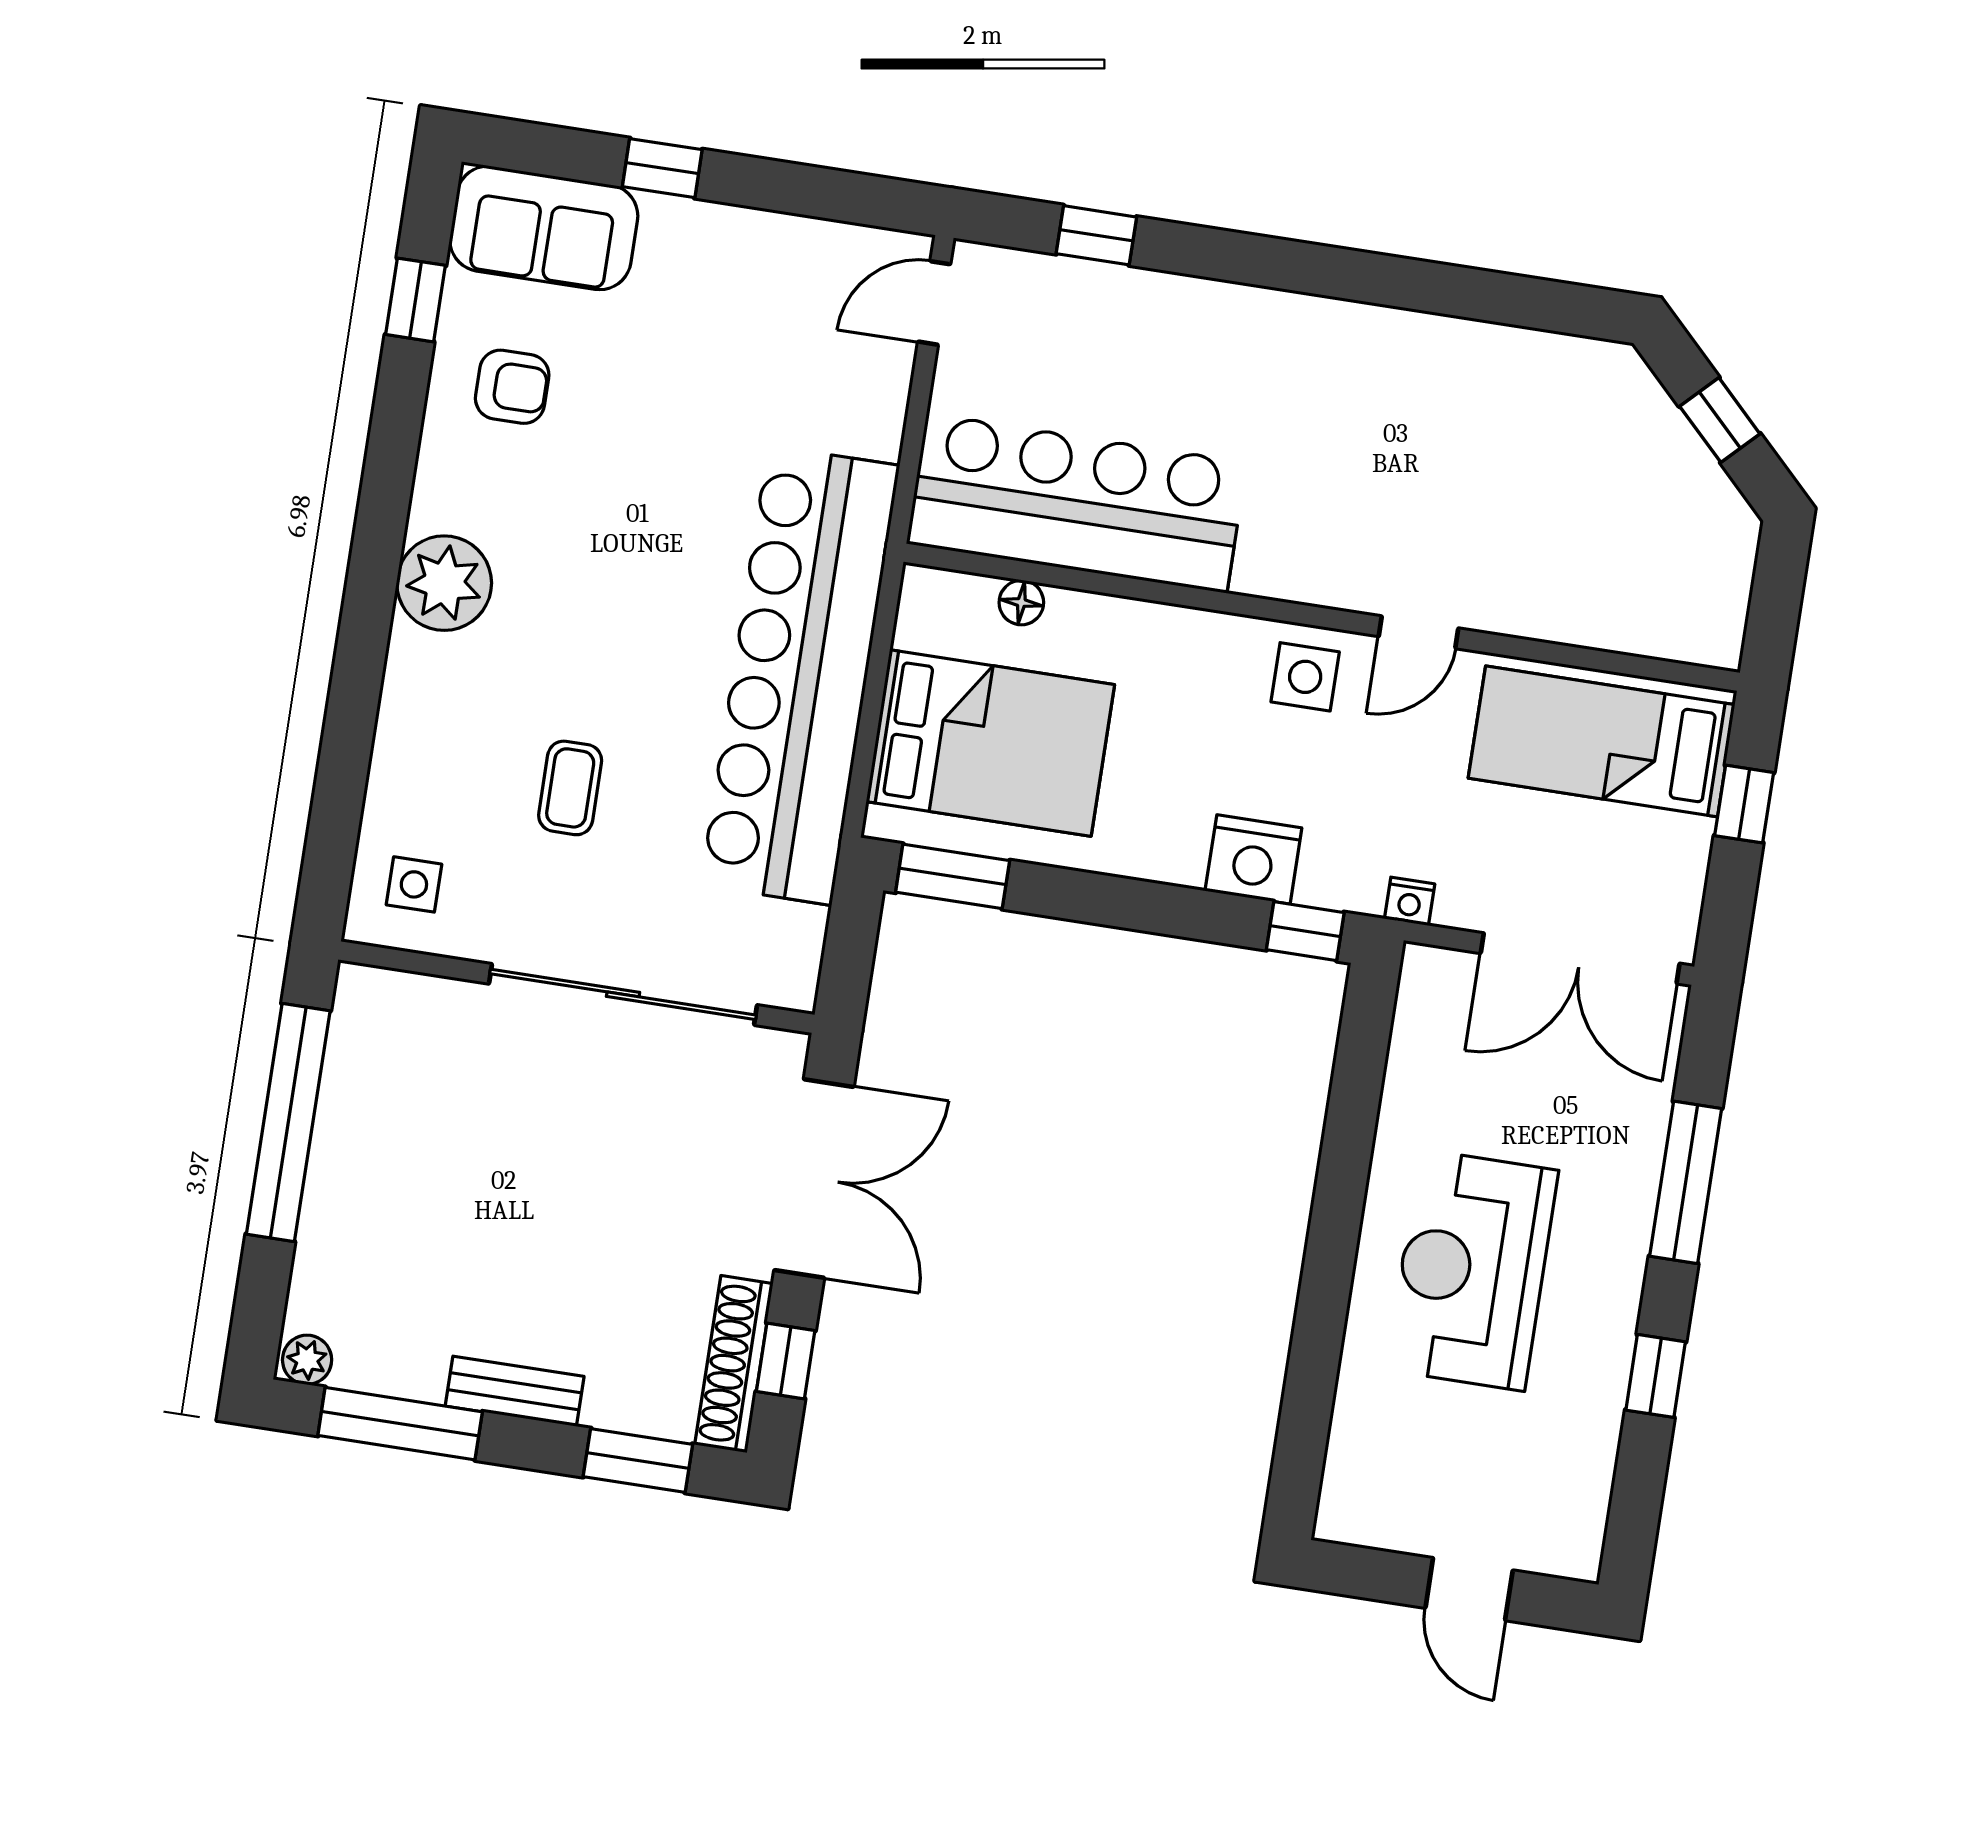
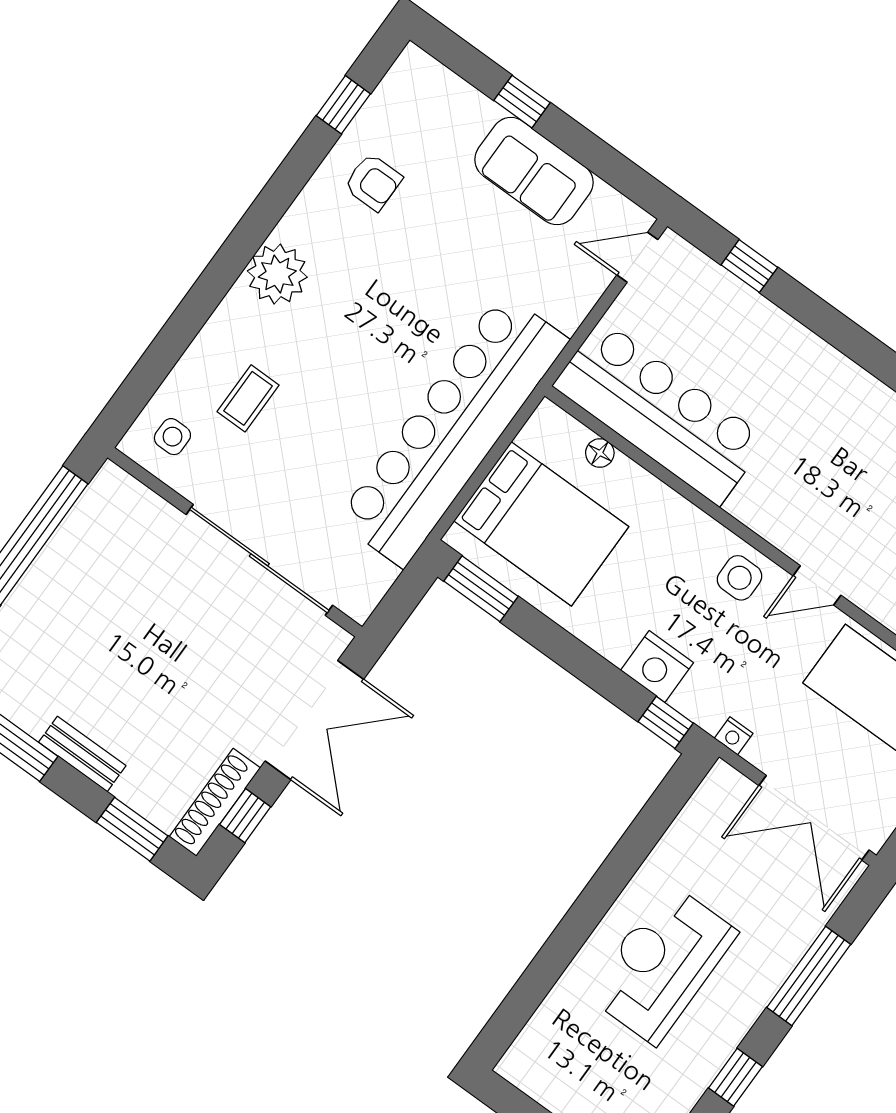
sofa: (544, 228) -> (534, 171), moved
coffee table: (570, 788) -> (248, 398), moved

